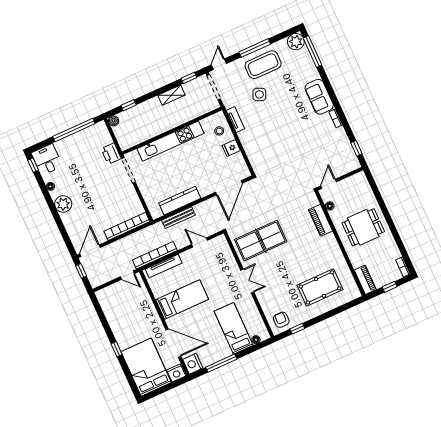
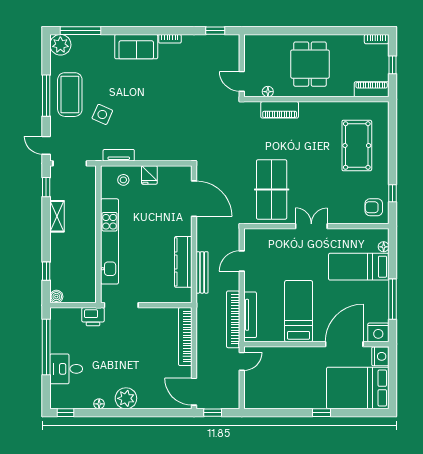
desk: (47, 160) -> (66, 369), moved

